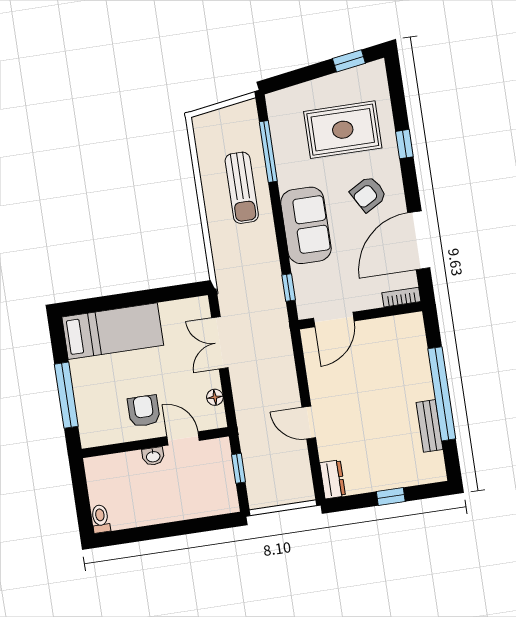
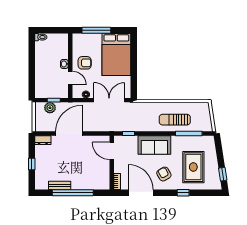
bed: (113, 331) -> (116, 55), width x1.50
double door: (220, 343) -> (109, 100), width x1.37
door: (309, 423) -> (69, 133), width x1.88
door: (183, 438) -> (70, 78), hinge flipped
plant: (257, 474) -> (50, 108), added

